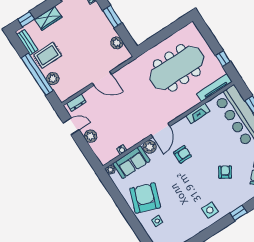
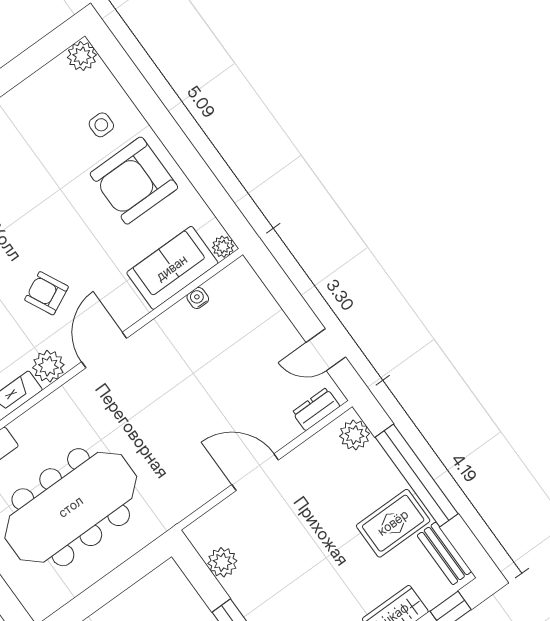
plant: (53, 79) -> (355, 435), moved
plant: (91, 136) -> (277, 328), removed
plant: (150, 147) -> (48, 366), moved
armchair: (182, 154) -> (47, 293), turned 64
armchair: (145, 198) -> (134, 181), turned 70

